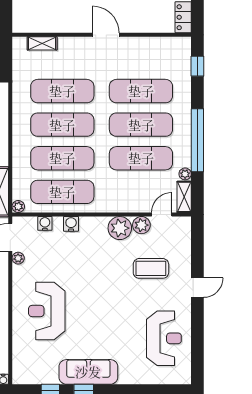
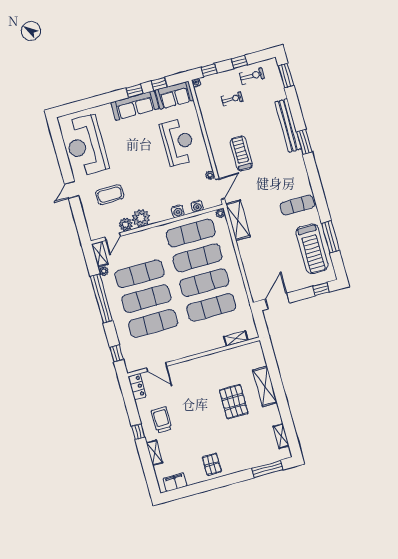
door: (106, 35) -> (157, 367), moved
reception desk: (164, 338) -> (86, 146), width x1.36, depth x1.30
sofa: (35, 371) -> (174, 95), added

